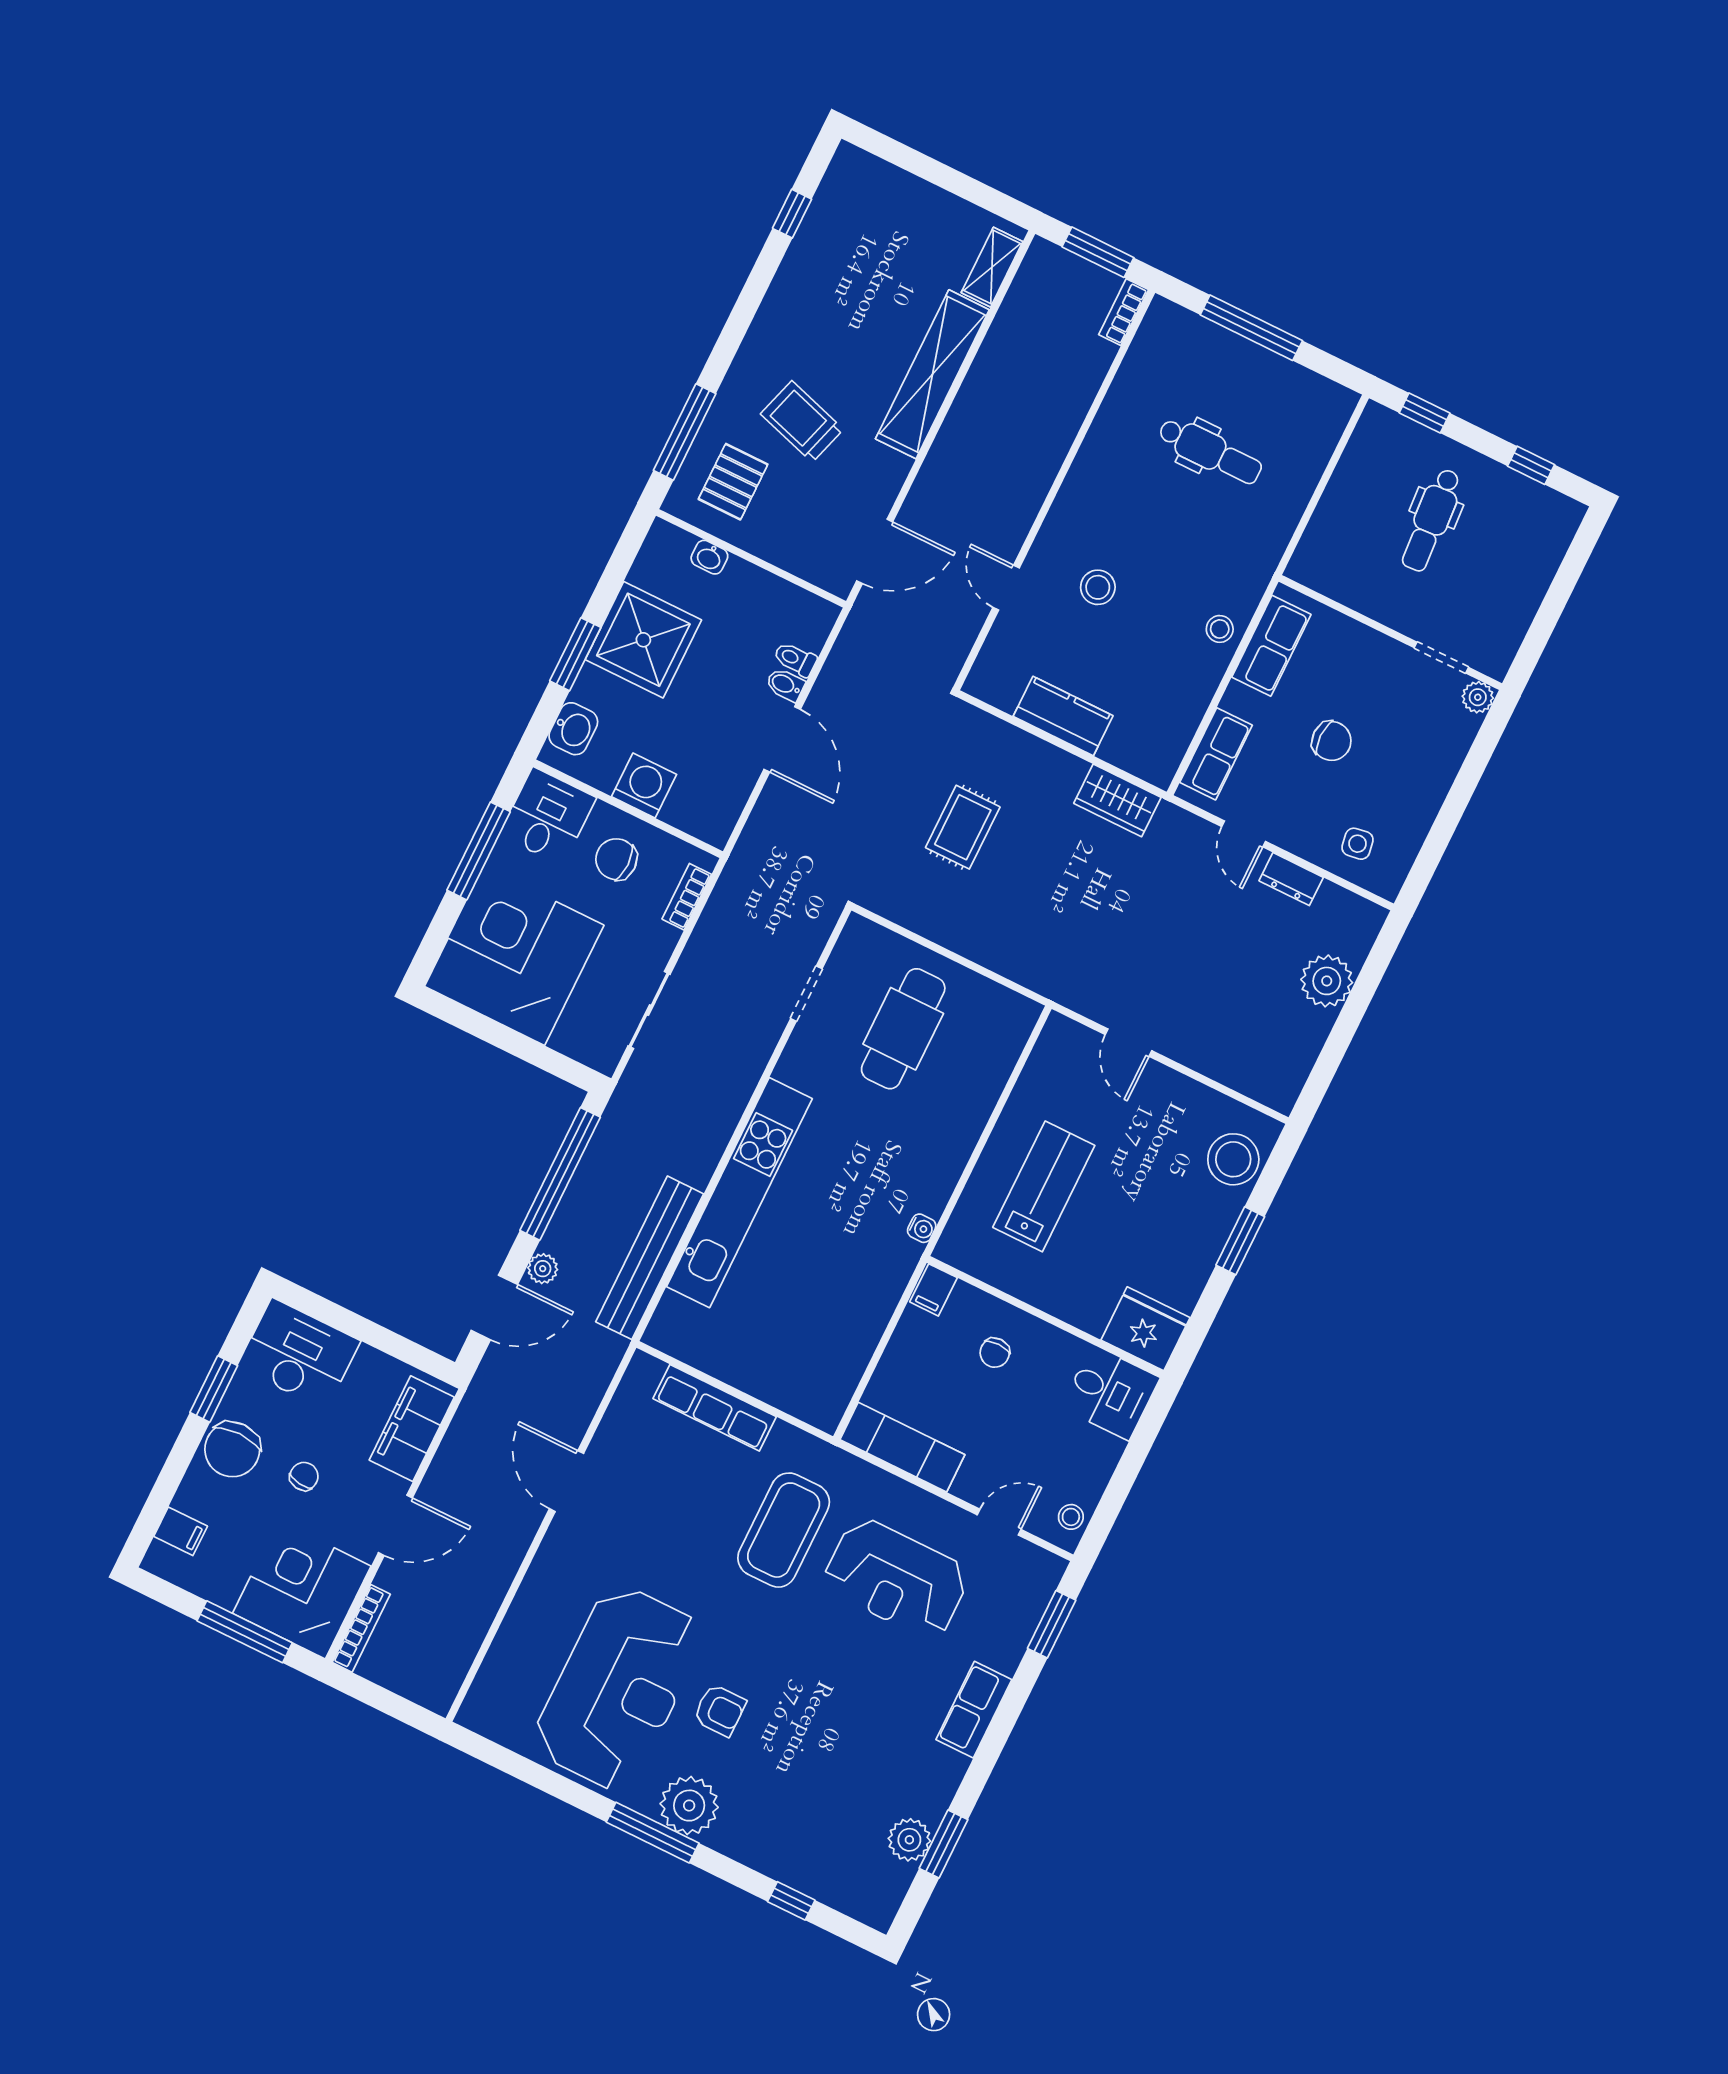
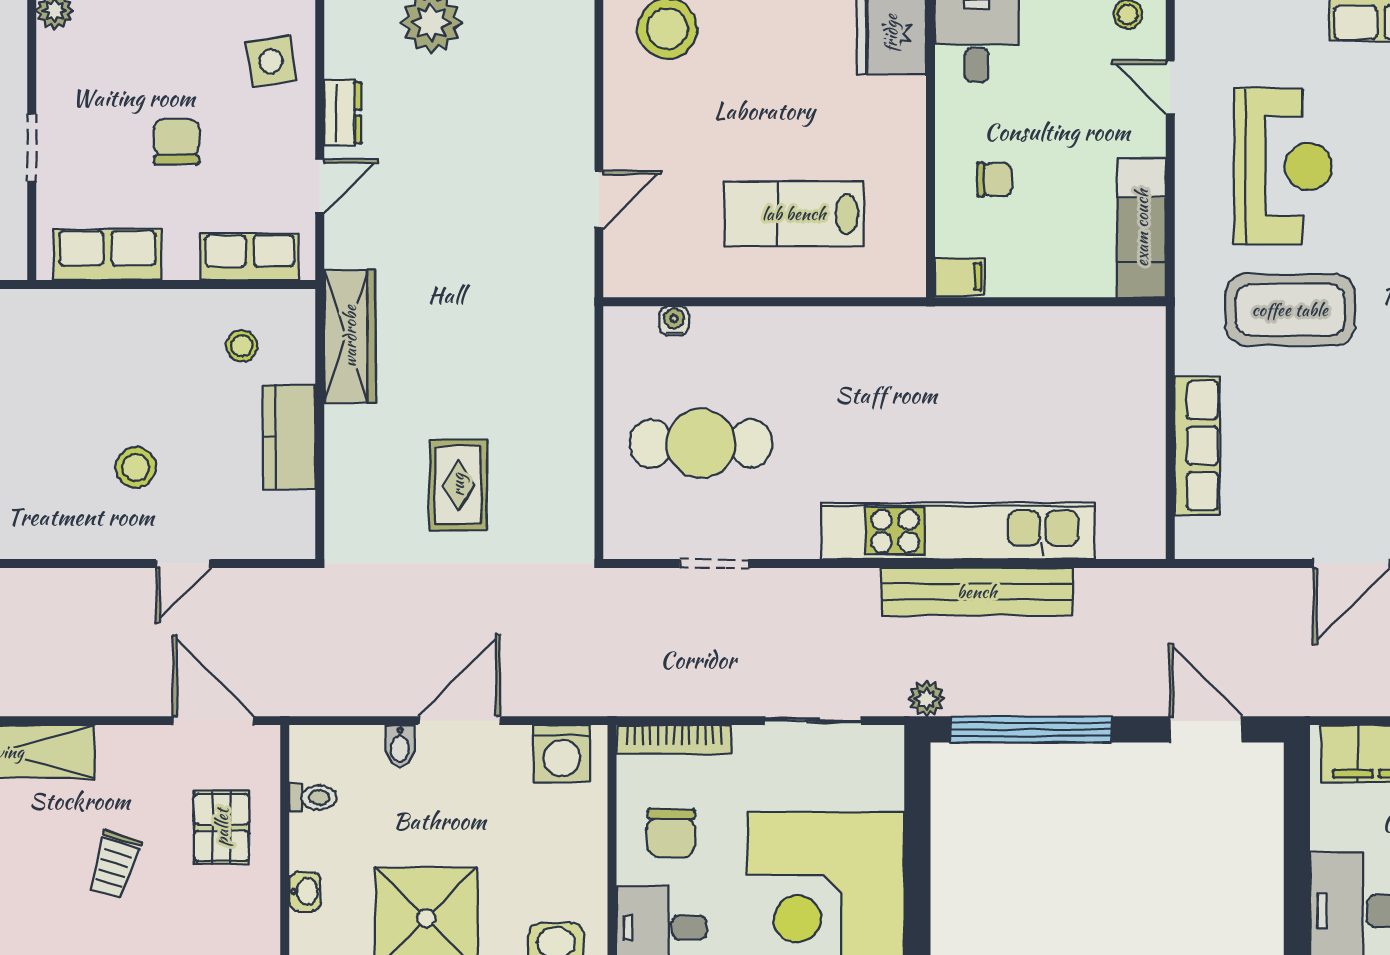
trolley: (802, 422) -> (114, 864), width x0.73, depth x0.72
pallet: (733, 482) -> (222, 827), moved, turned 90
stool: (1220, 629) -> (242, 346), moved
doorway: (1441, 658) -> (32, 148), moved
toilet: (795, 659) -> (313, 797), moved, turned -90
washing machine: (644, 785) -> (562, 754), moved, turned -90
wardrobe: (1117, 800) -> (350, 336), width x1.50
rug: (963, 827) -> (458, 485), turned 90
side table: (1358, 844) -> (271, 61), width x1.37, depth x1.37
bookcase: (687, 897) -> (674, 740), width x1.56
water cooler: (922, 1228) -> (674, 321), moved
bench: (650, 1258) -> (977, 592), moved
plant: (543, 1269) -> (926, 699), moved

